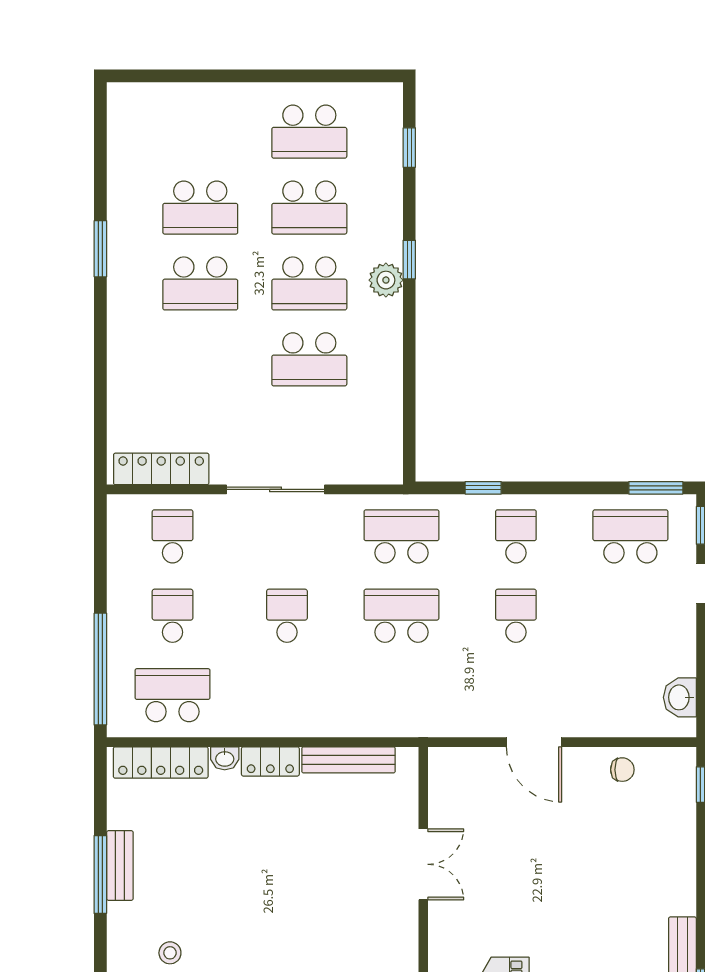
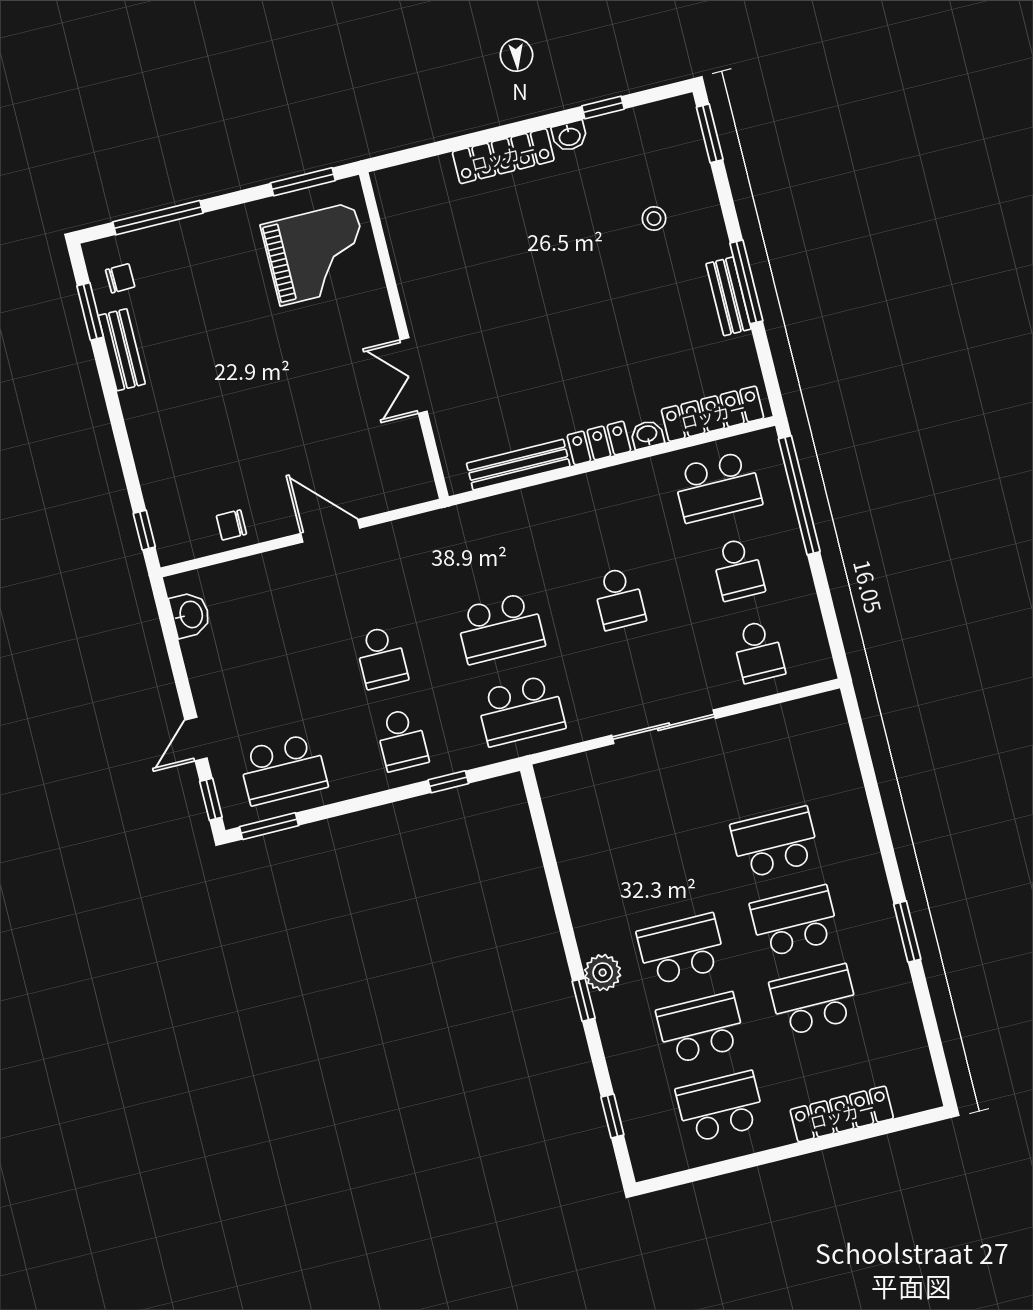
school desk: (309, 359) -> (775, 842), moved
locker: (161, 469) -> (842, 1114), moved, turned 180

